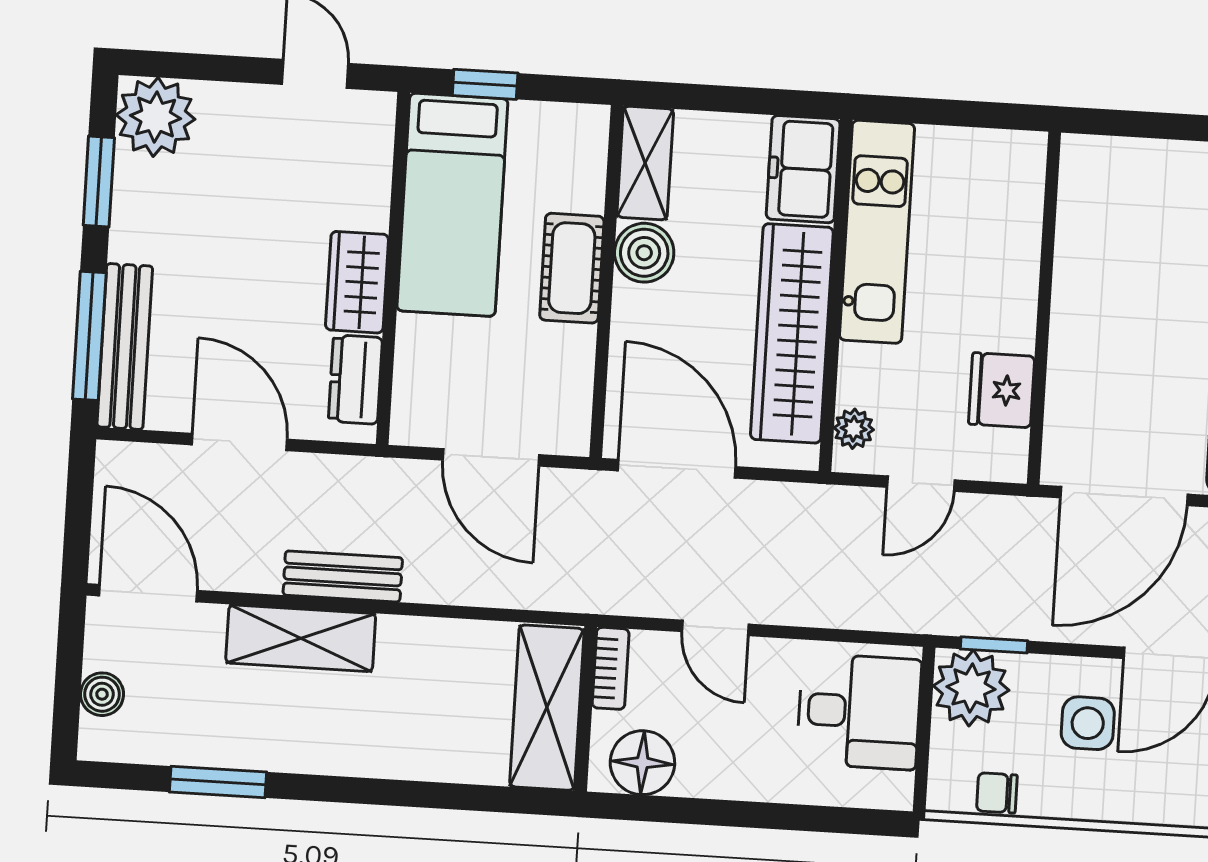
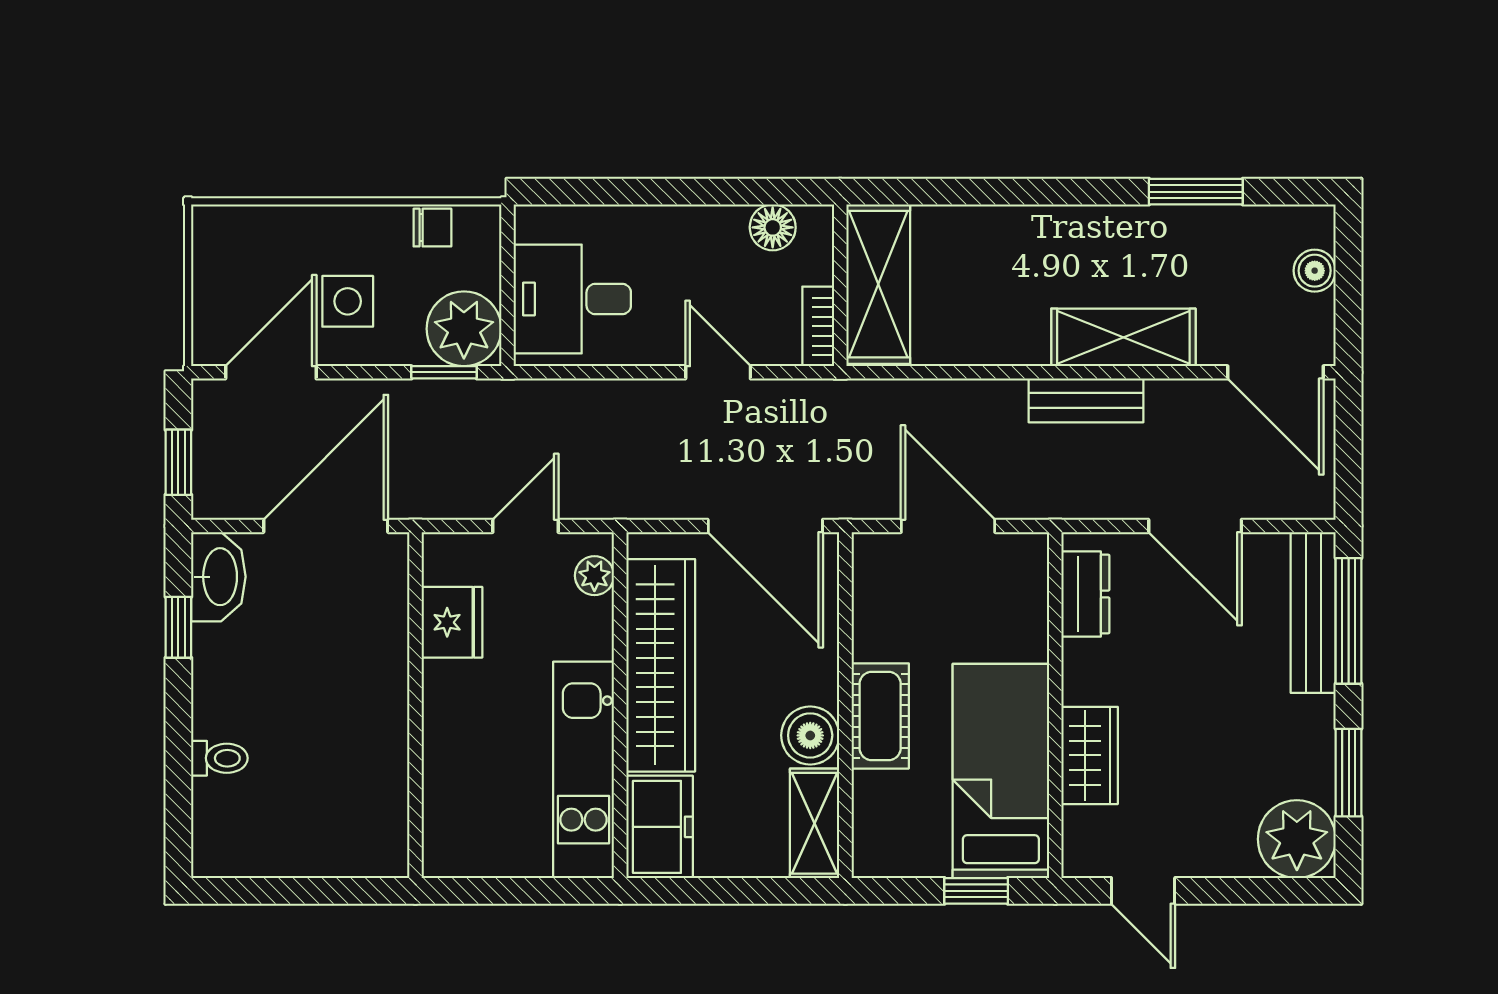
wardrobe: (357, 282) -> (1090, 755), moved
floor lamp: (642, 763) -> (773, 227), width x0.73, depth x0.73

